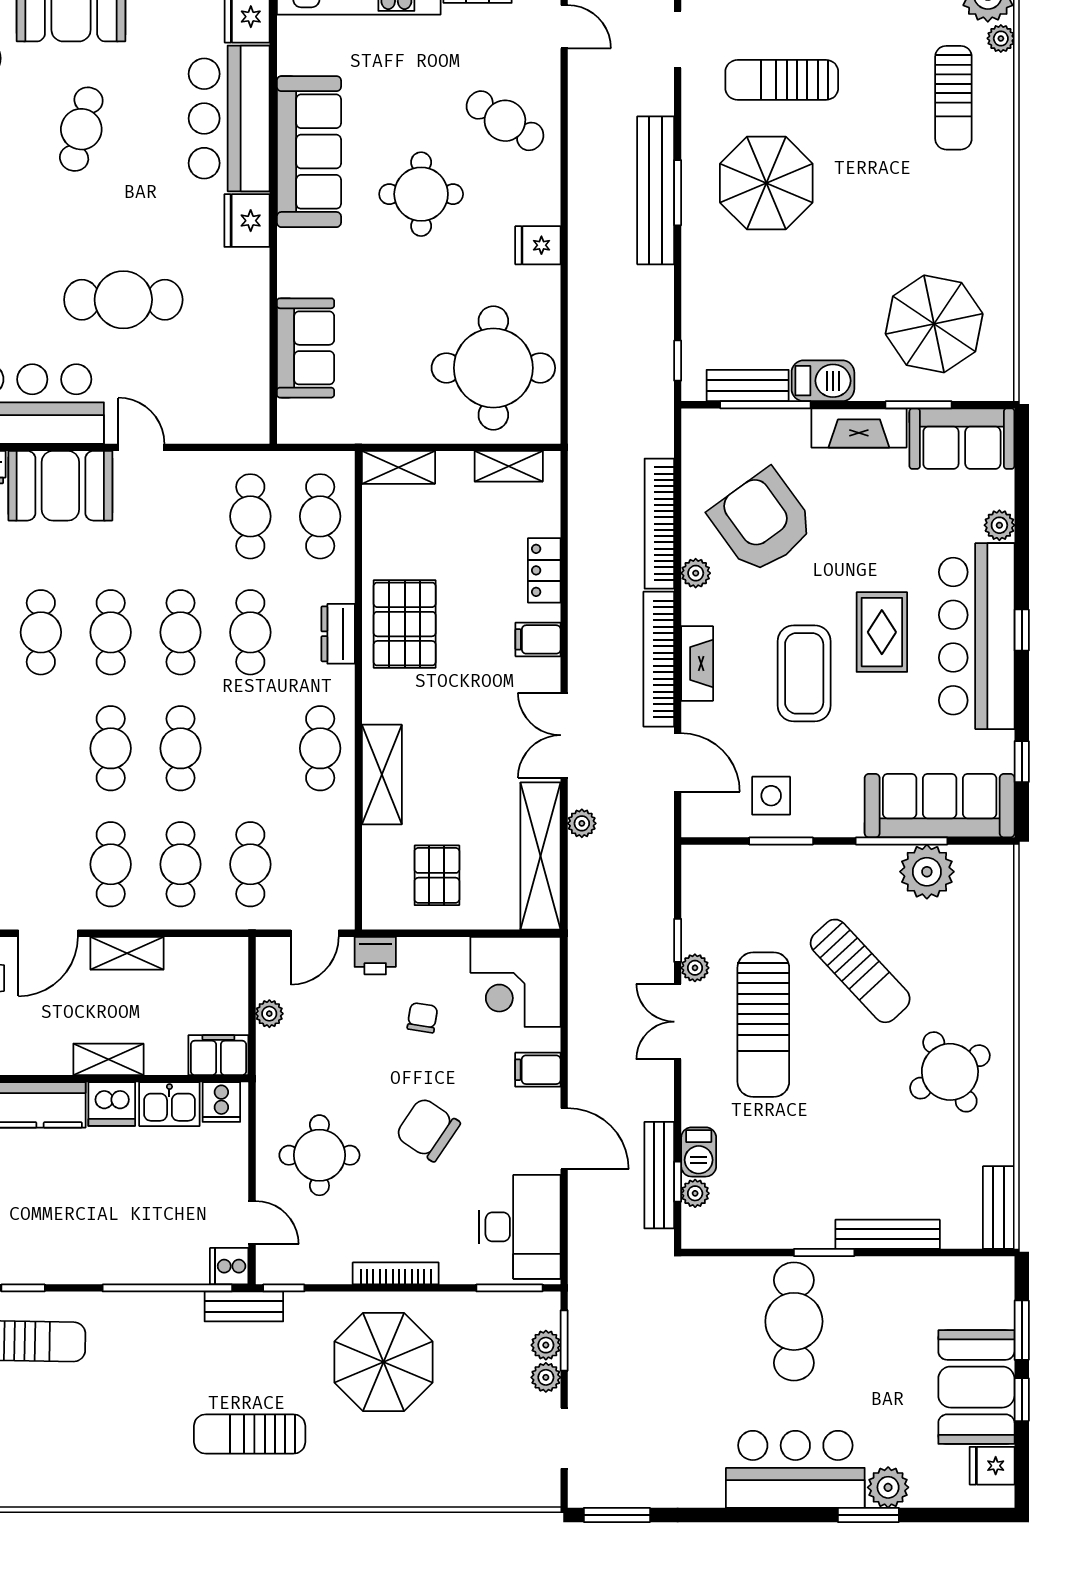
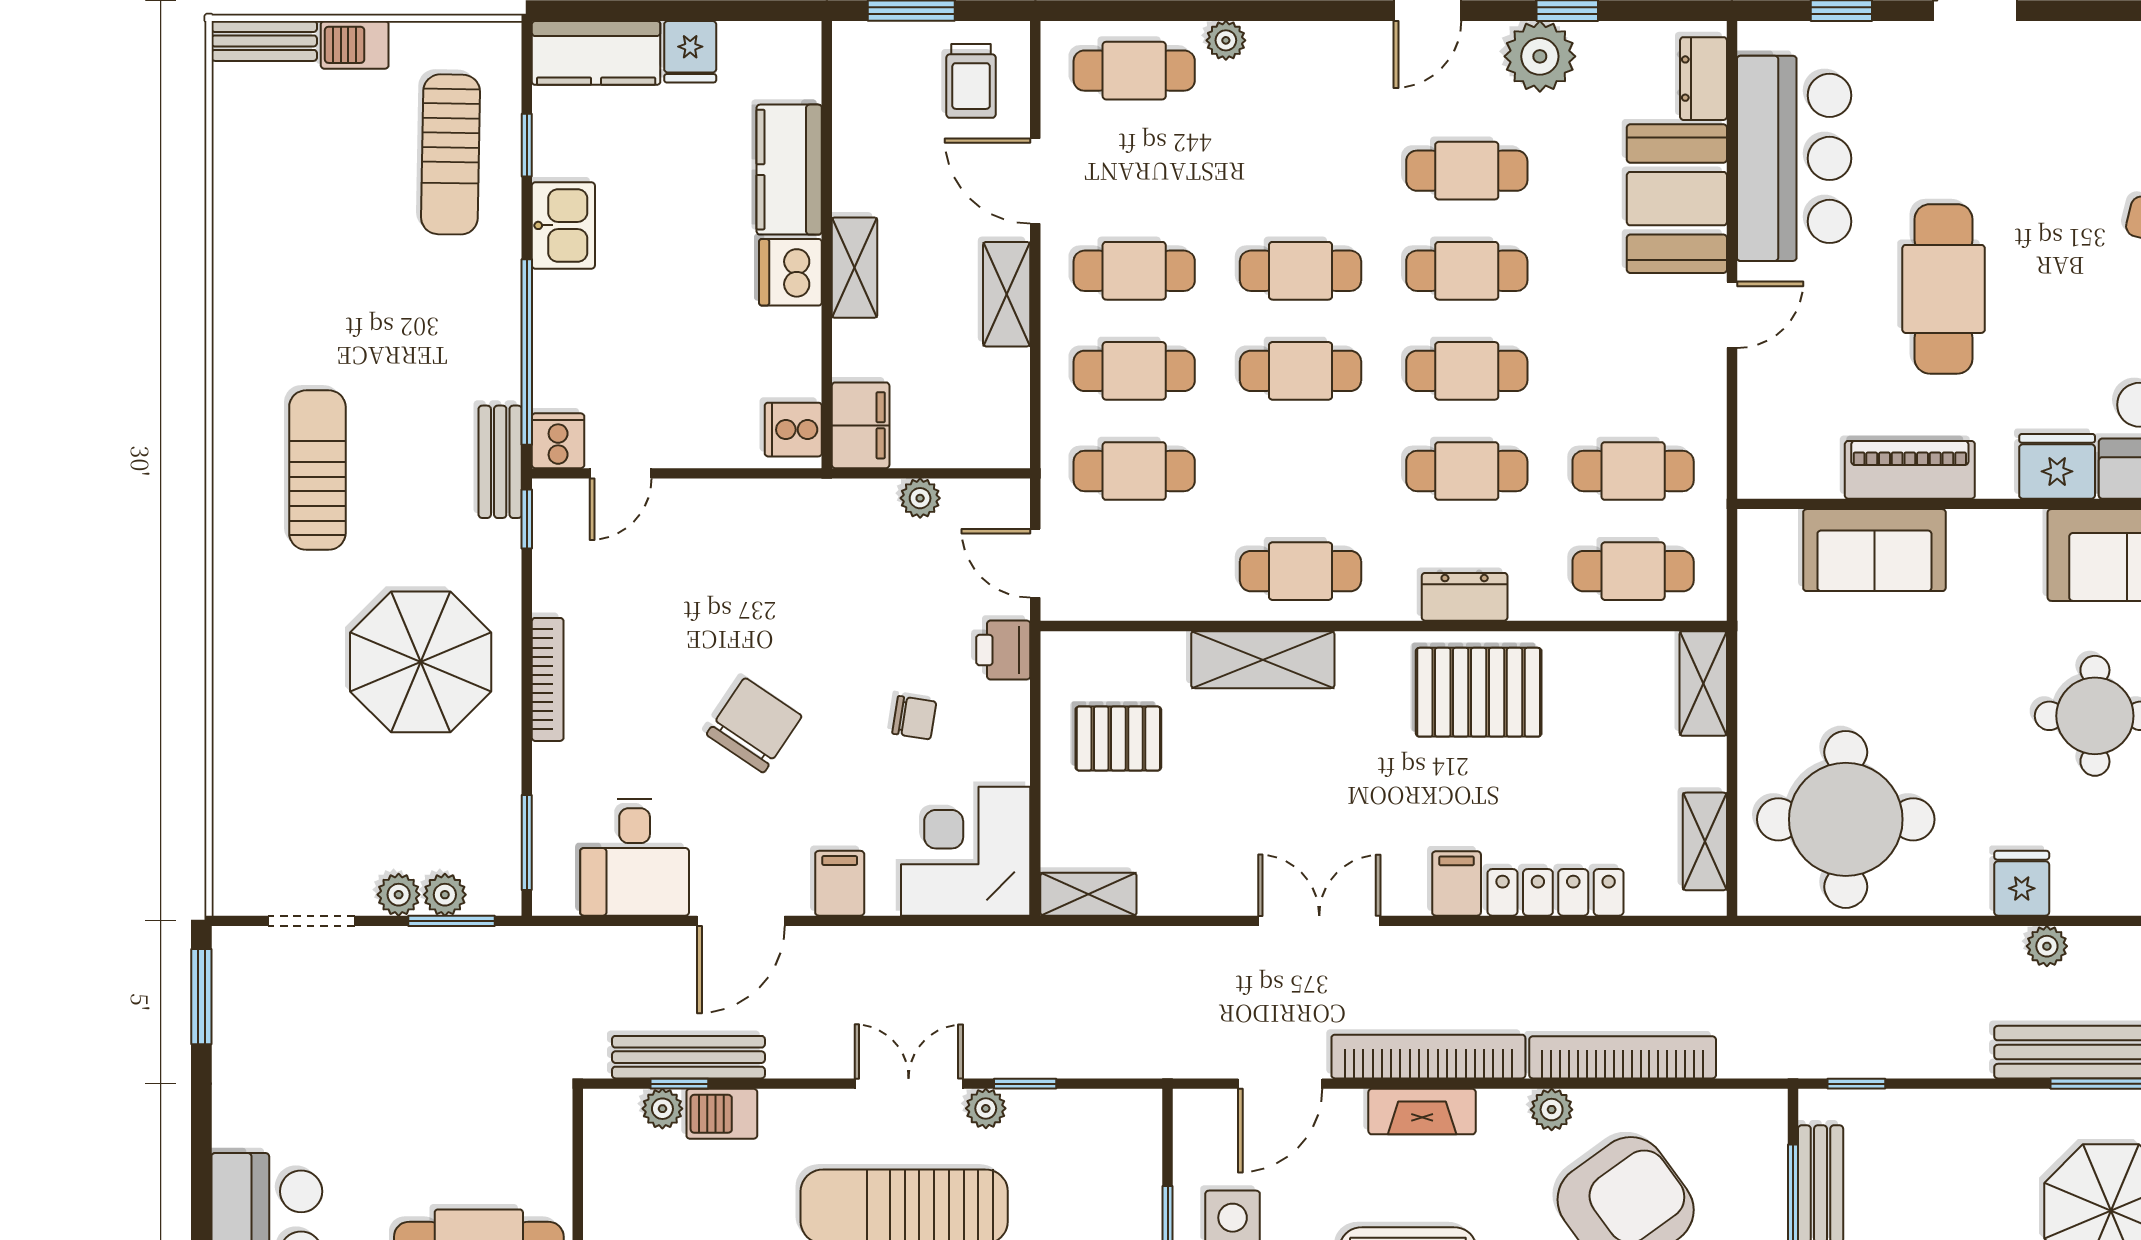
piano: (249, 323) -> (1910, 470), added
locker: (544, 570) -> (1556, 892), width x1.53
plant: (582, 823) -> (2047, 946), moved
shelving: (540, 856) -> (1088, 894), width x0.45, depth x0.75
kitchen sink: (169, 1104) -> (563, 225), moved, turned 180
round table: (319, 1155) -> (717, 570), removed
desk: (520, 1227) -> (635, 857), width x0.73

